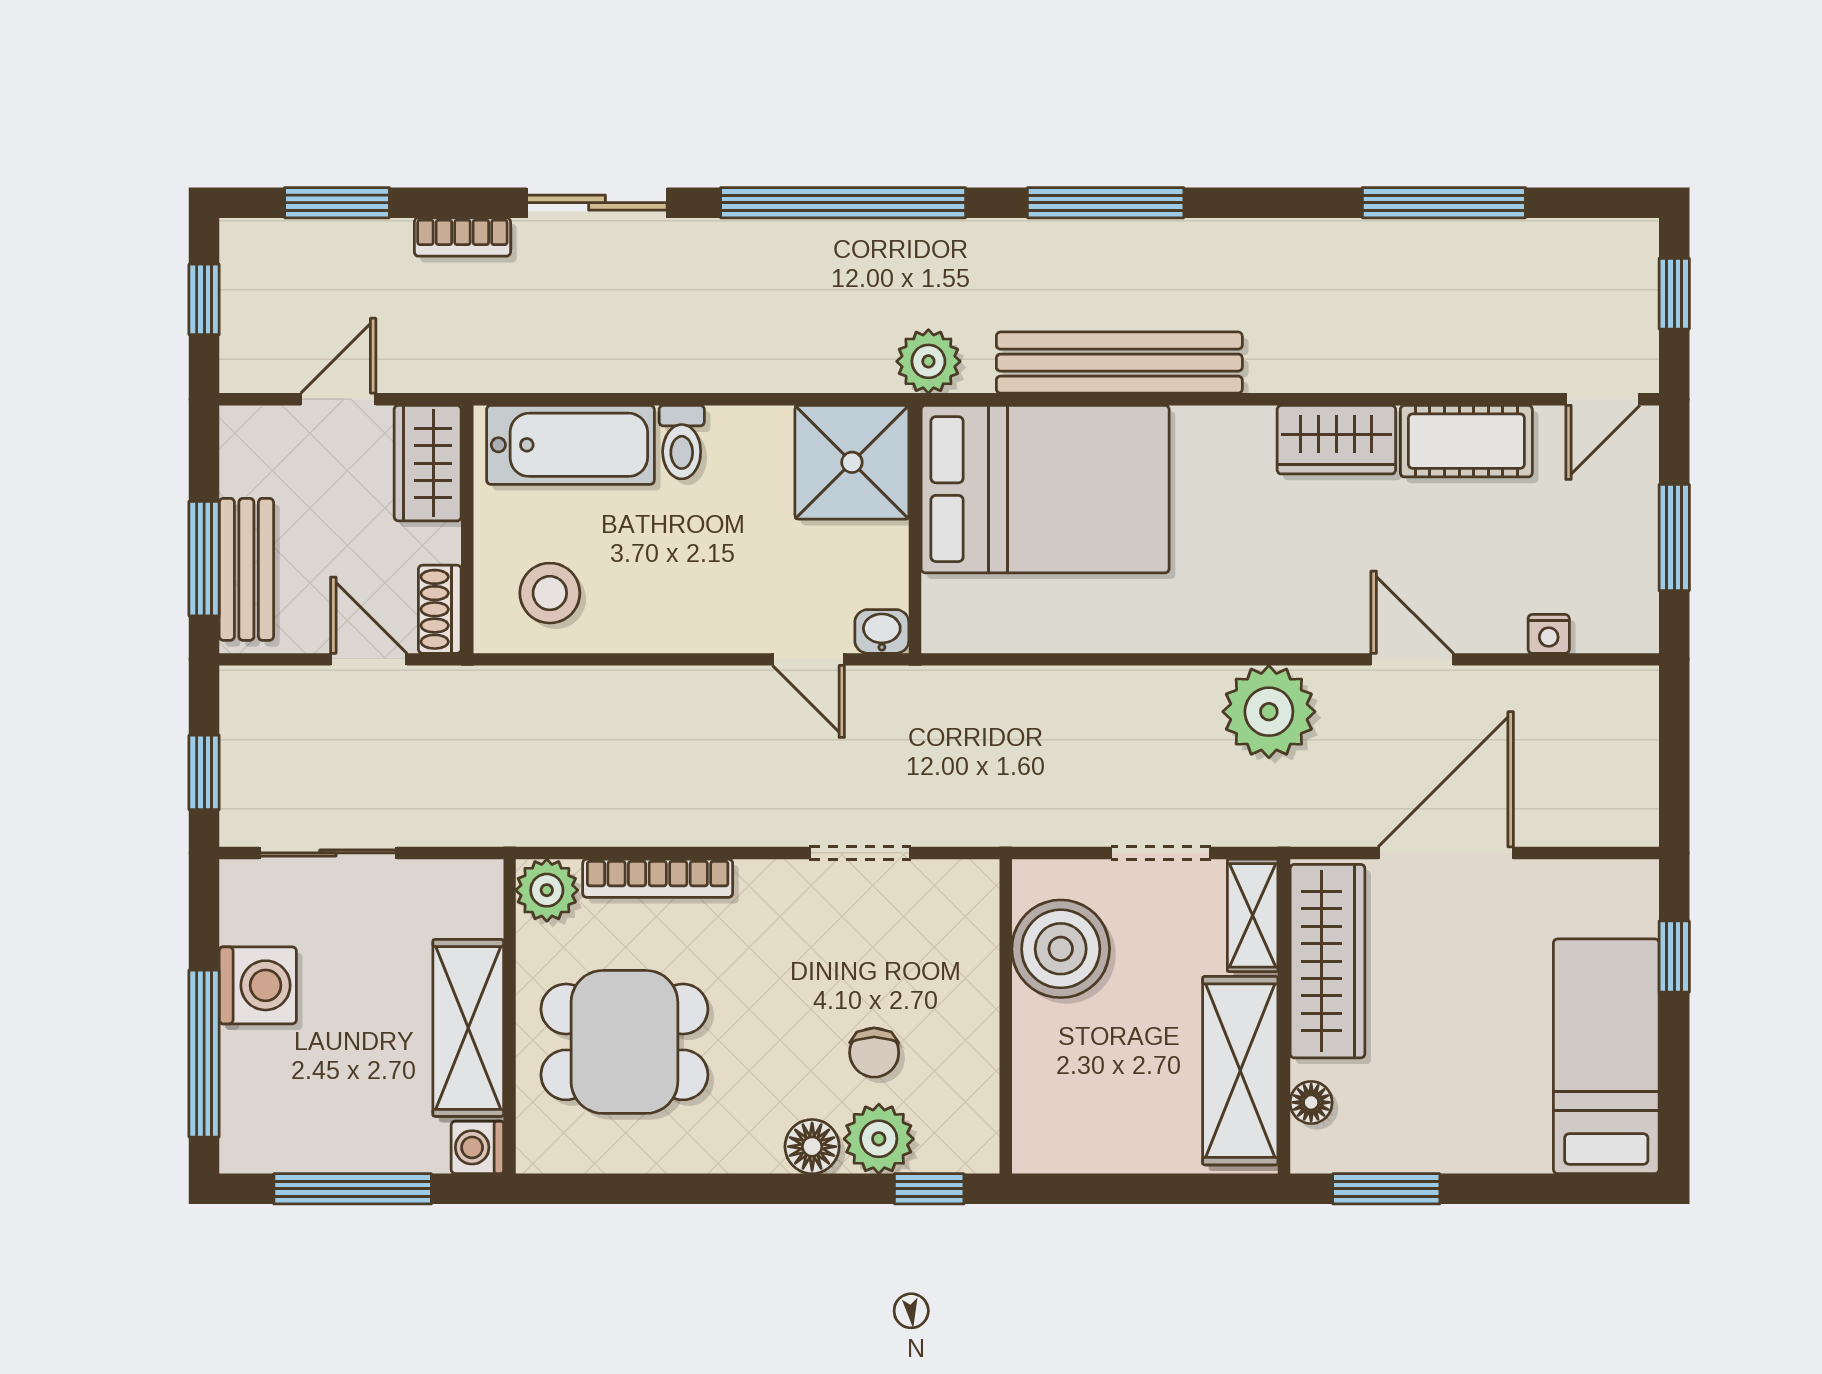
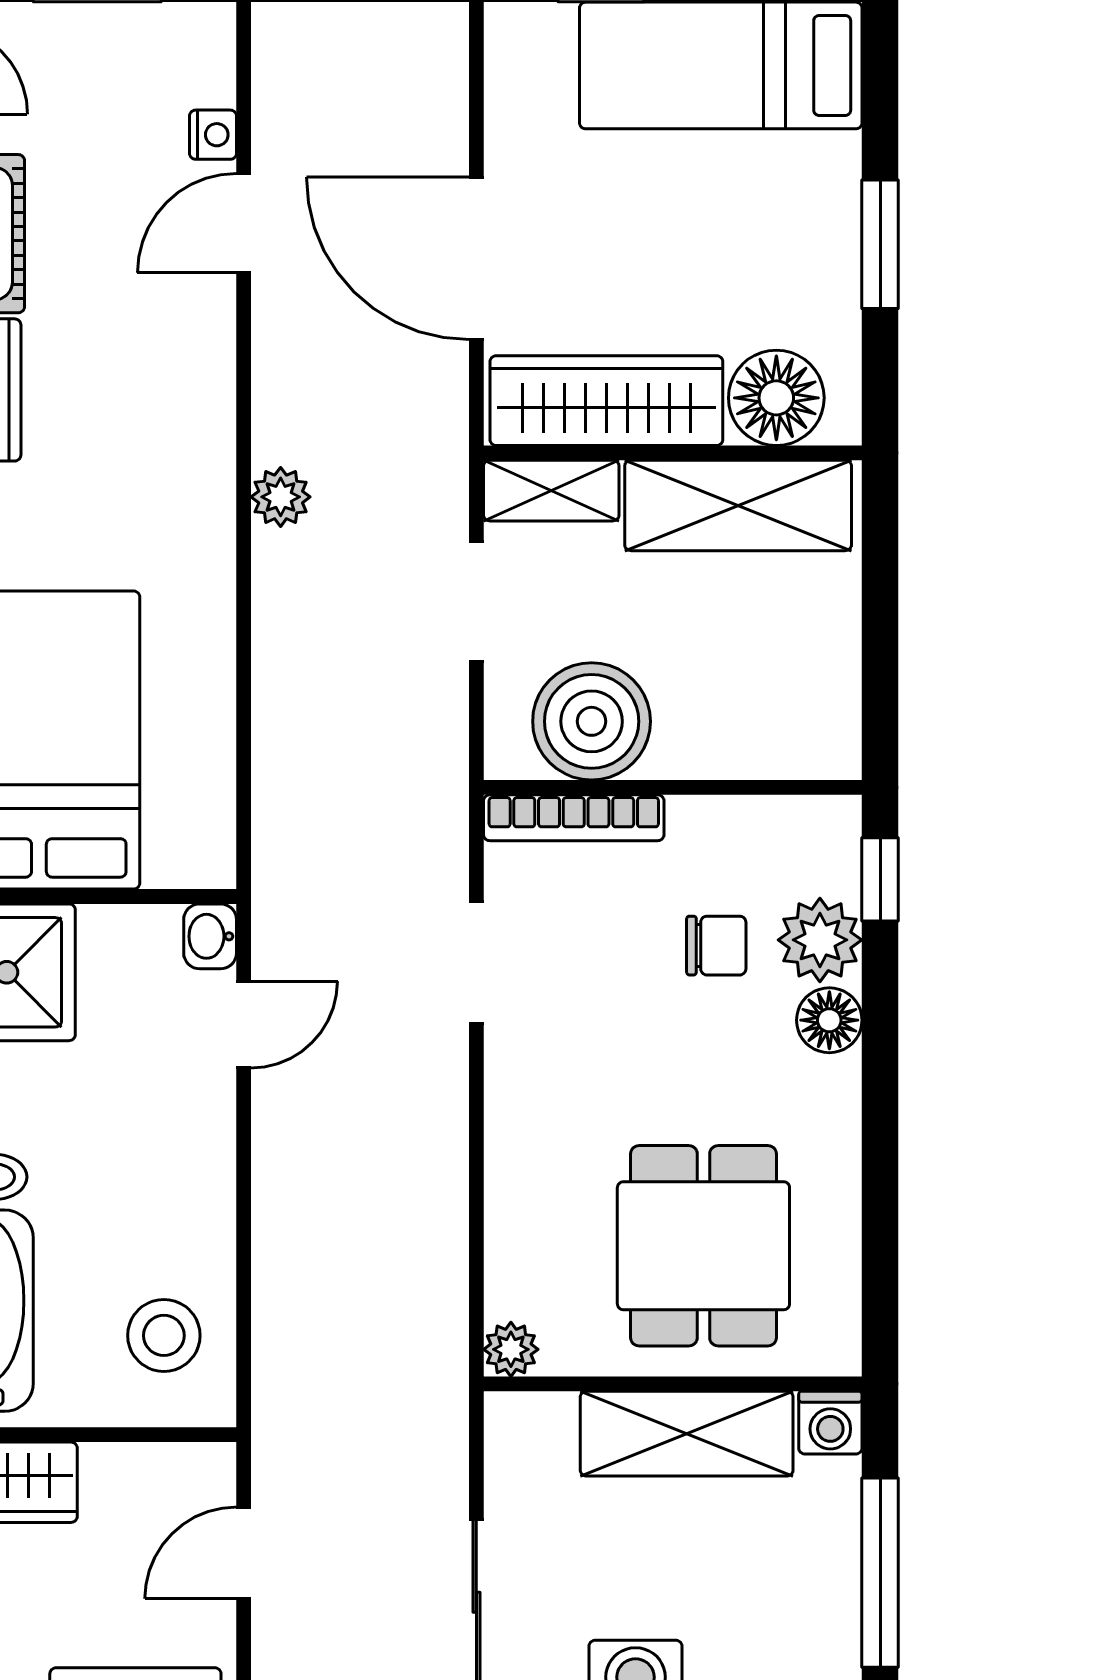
shoe rack: (440, 609) -> (183, 1468), removed
door: (1412, 659) -> (244, 223), moved
plant: (1269, 712) -> (281, 497), width x0.53, depth x0.53
bookcase: (658, 878) -> (574, 818), moved, turned 90
plant: (547, 890) -> (511, 1349), width x0.73, depth x0.73
floor lamp: (1311, 1102) -> (776, 398), width x1.89, depth x1.89
window: (1386, 1189) -> (880, 244), moved

